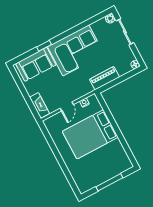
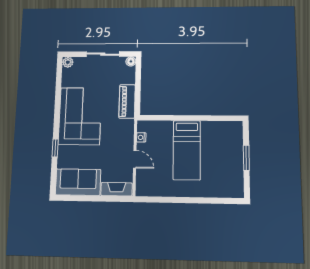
sliding door: (125, 32) -> (103, 54), moved
sofa: (36, 64) -> (78, 182), moved, turned -90
bed: (90, 134) -> (187, 150), width x0.67
window: (109, 182) -> (246, 158), width x0.69

